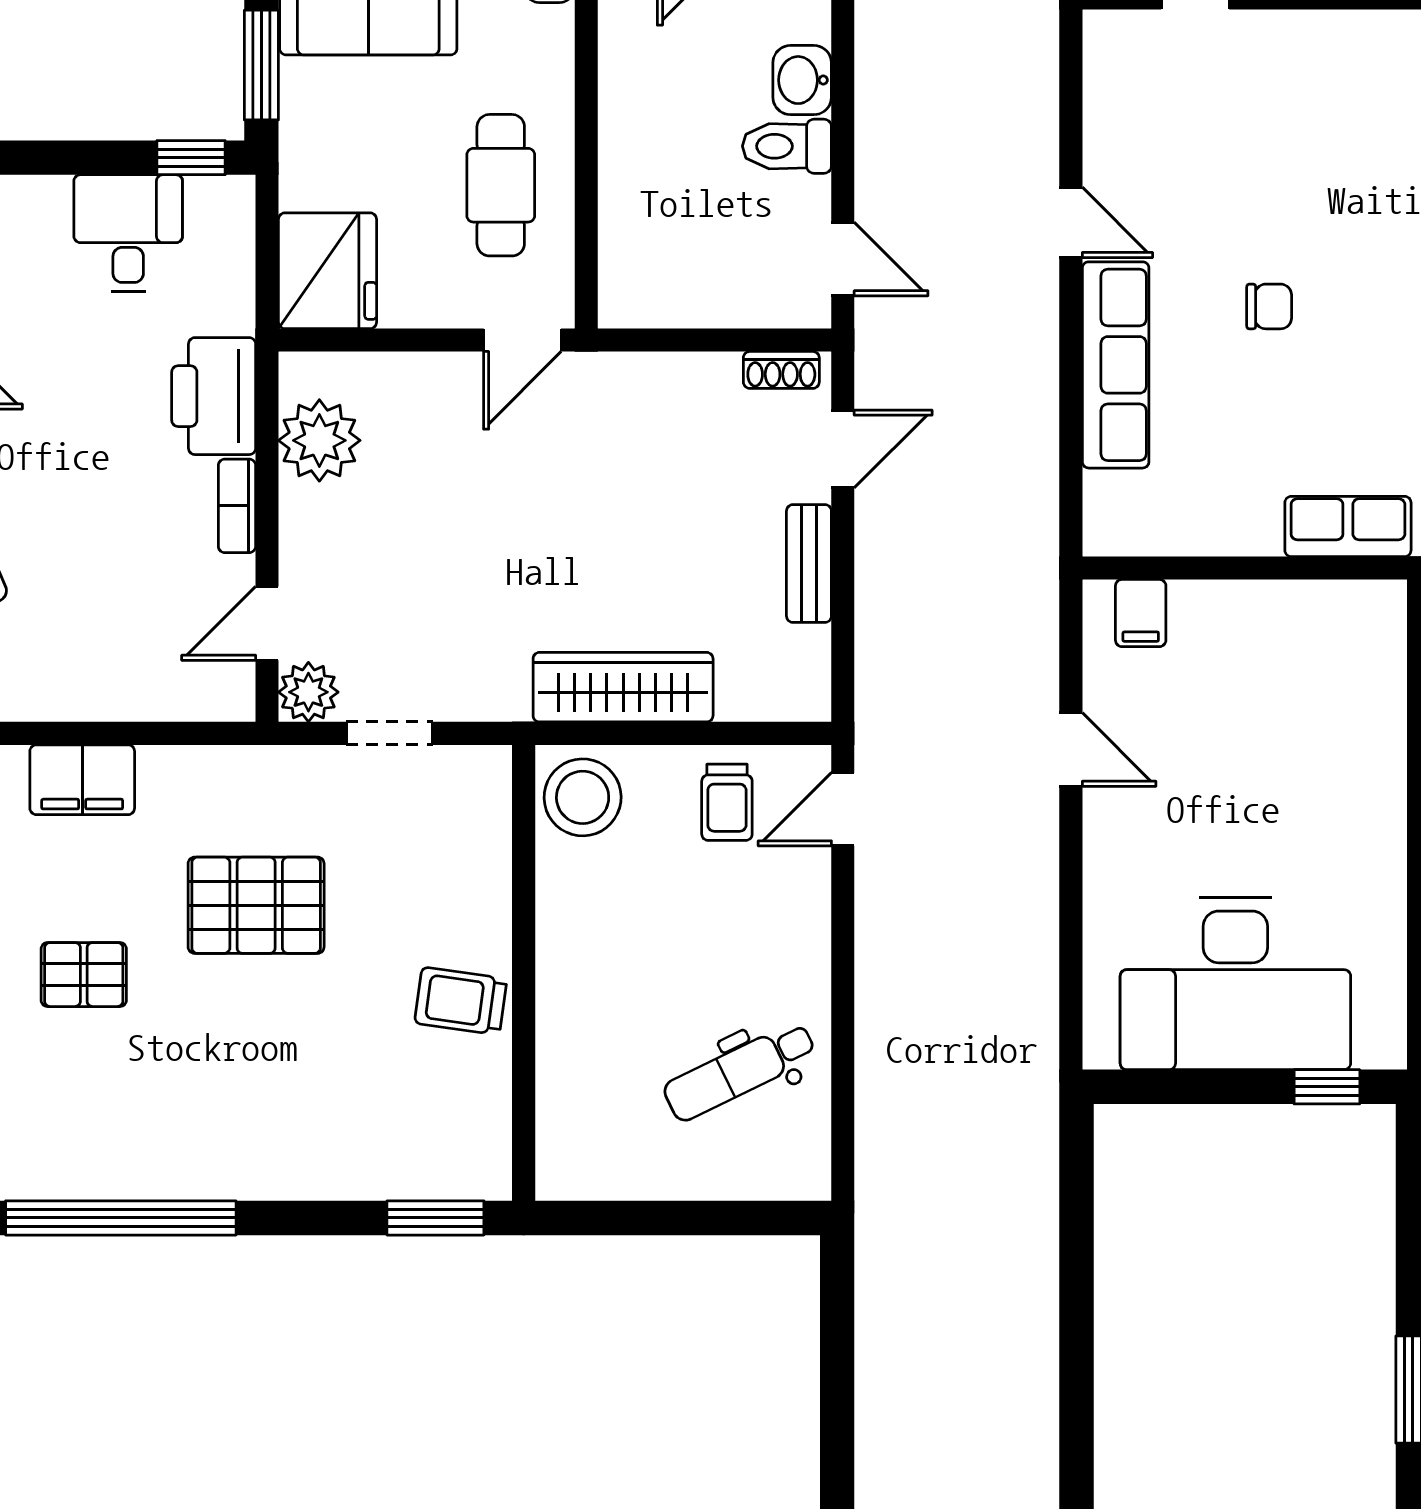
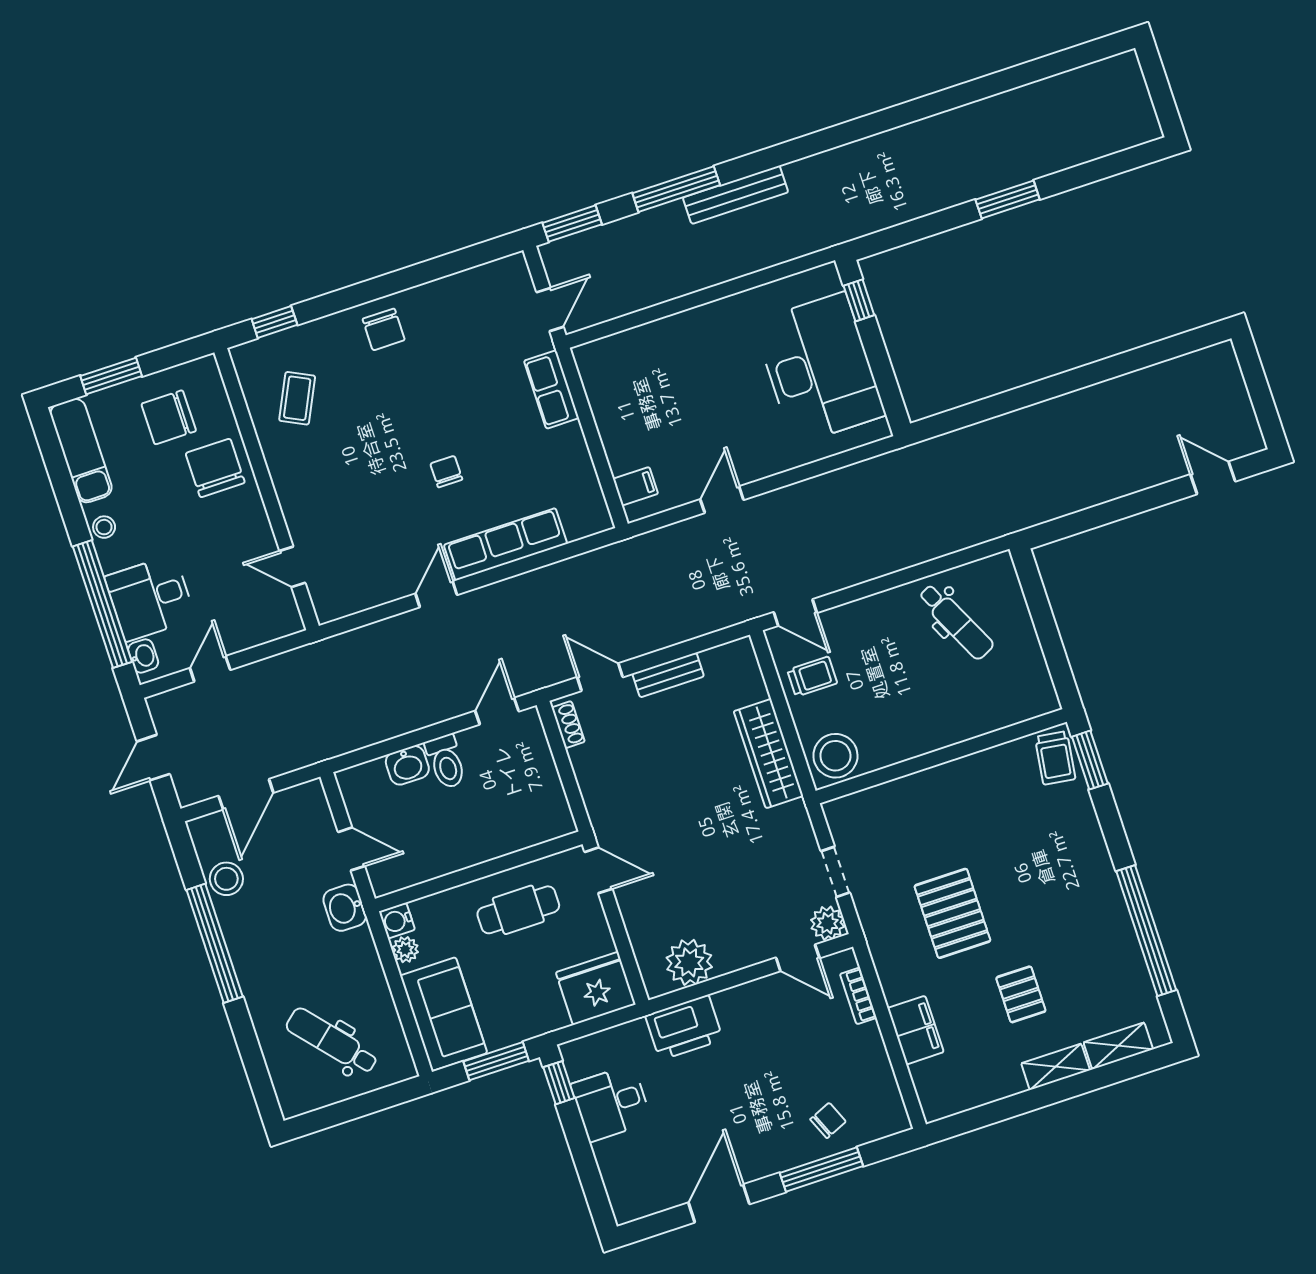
bookcase: (237, 506) -> (858, 996), moved, turned 90
trolley: (461, 1001) -> (1055, 758), moved

